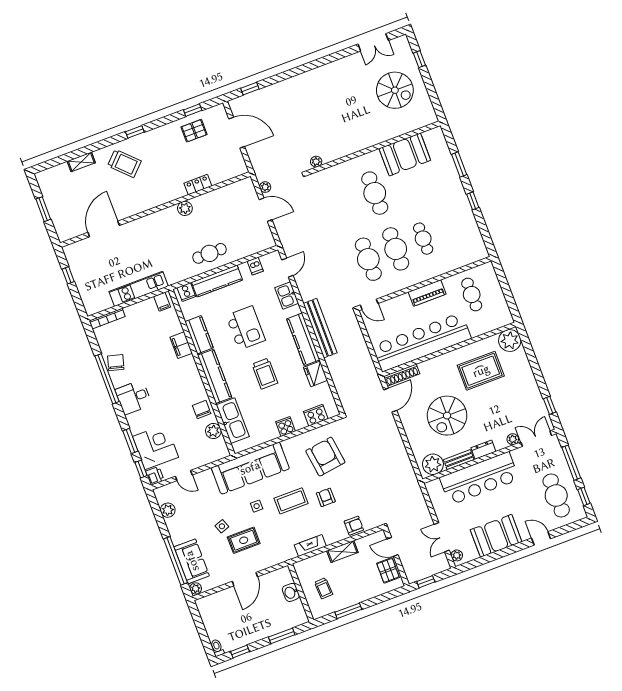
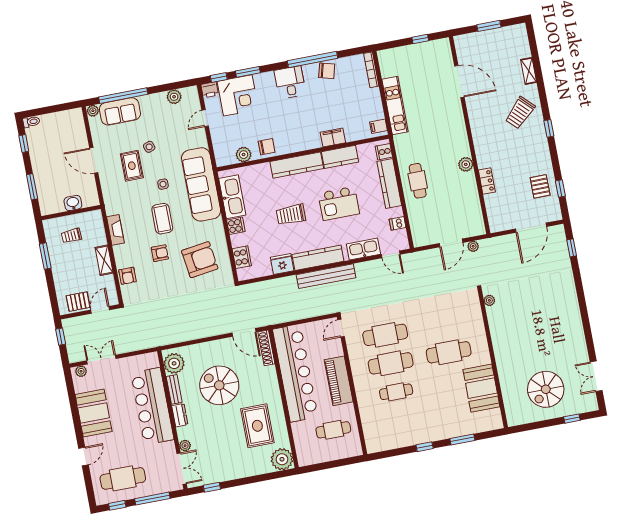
piano: (427, 293) -> (339, 381), width x1.37, depth x1.33
kitchen sink: (287, 296) -> (363, 249), width x1.38
kitchen sink: (233, 421) -> (232, 197), moved, turned -90

